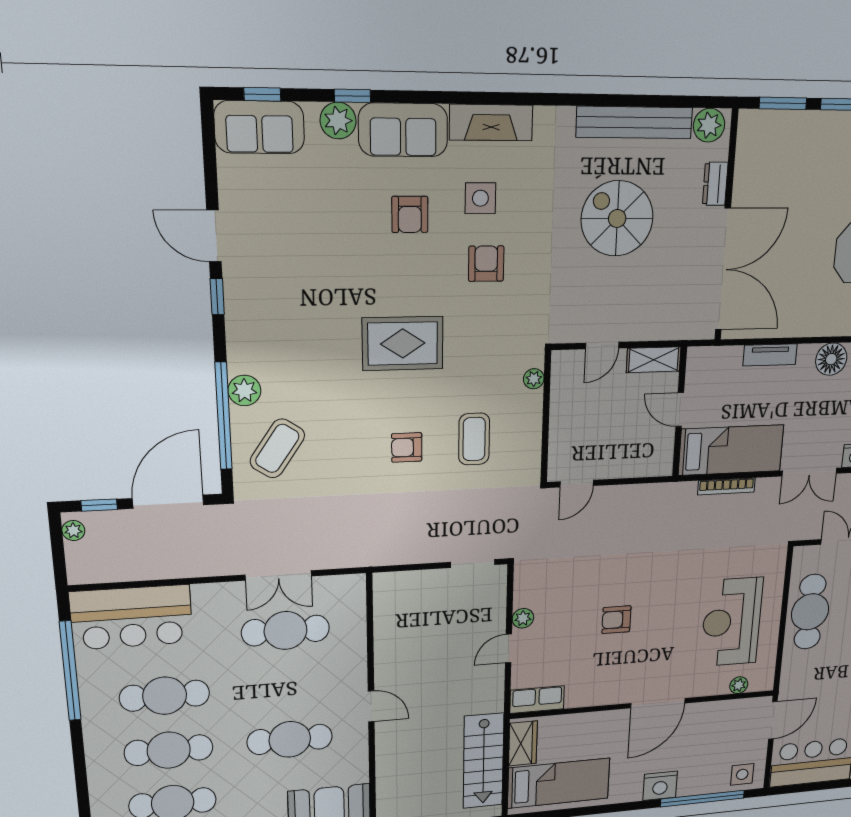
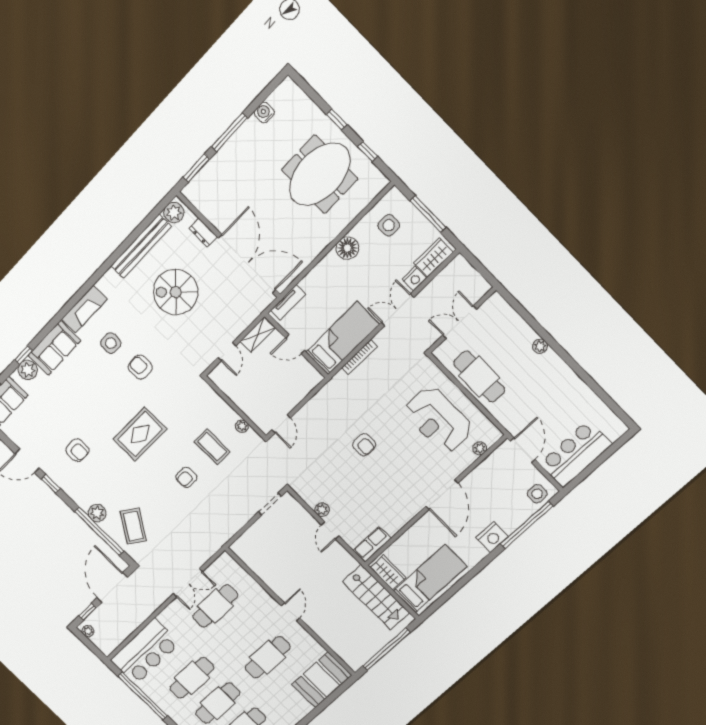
armchair: (410, 214) -> (77, 450), moved
tv unit: (770, 355) -> (288, 302), moved
plant: (534, 379) -> (242, 426), moved
double door: (809, 472) -> (397, 310), swing flipped
armchair: (616, 620) -> (364, 445), moved, turned -90
door: (371, 706) -> (291, 612), hinge flipped

